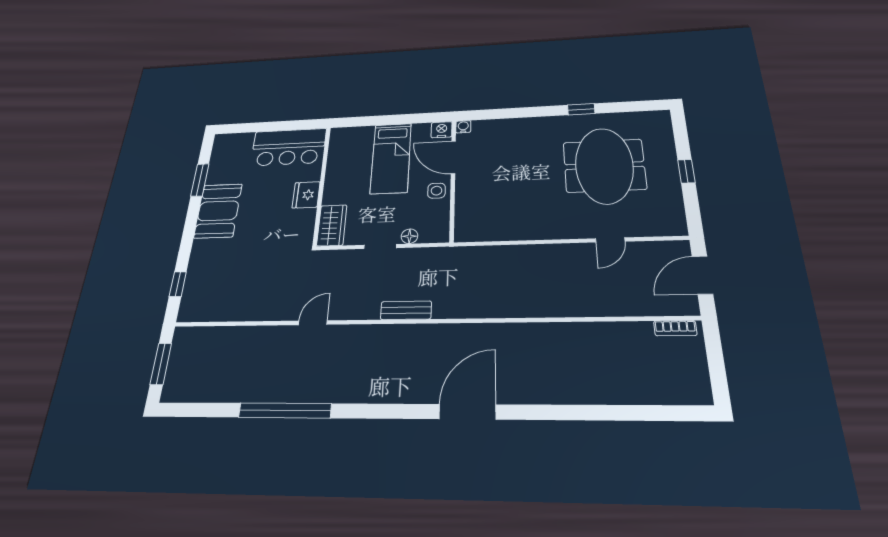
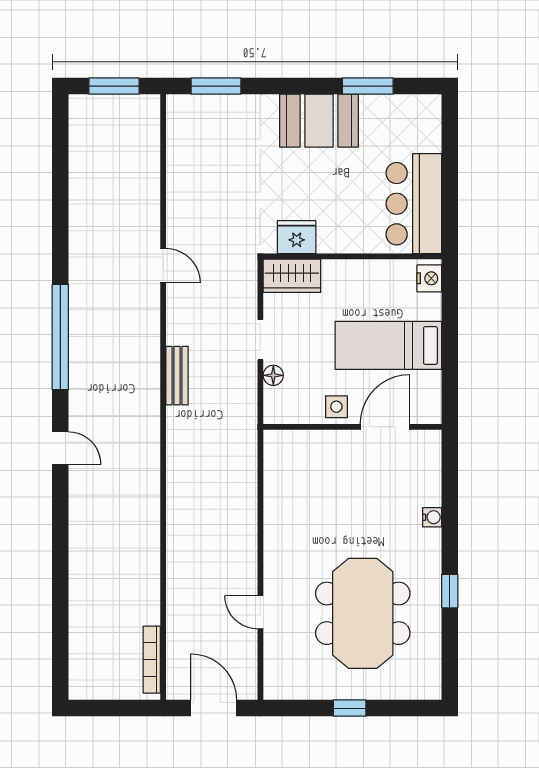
water cooler: (463, 127) -> (432, 517), moved
nightstand: (442, 130) -> (429, 278), moved
meeting table: (604, 166) -> (363, 613), turned 90
fridge: (306, 195) -> (297, 237), moved
window: (178, 284) -> (216, 86), width x1.50
bookcase: (675, 328) -> (152, 660), width x1.56
window: (285, 411) -> (60, 337), moved
door: (467, 412) -> (60, 448), width x0.53

